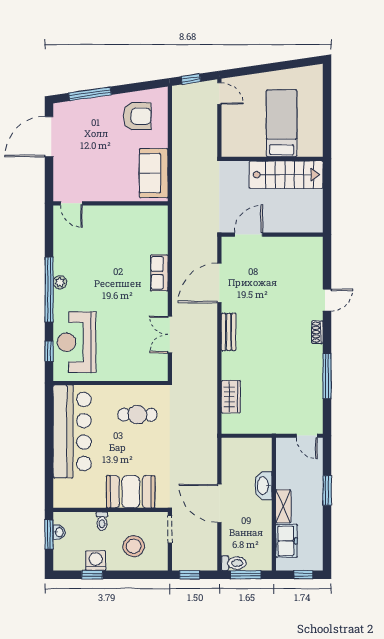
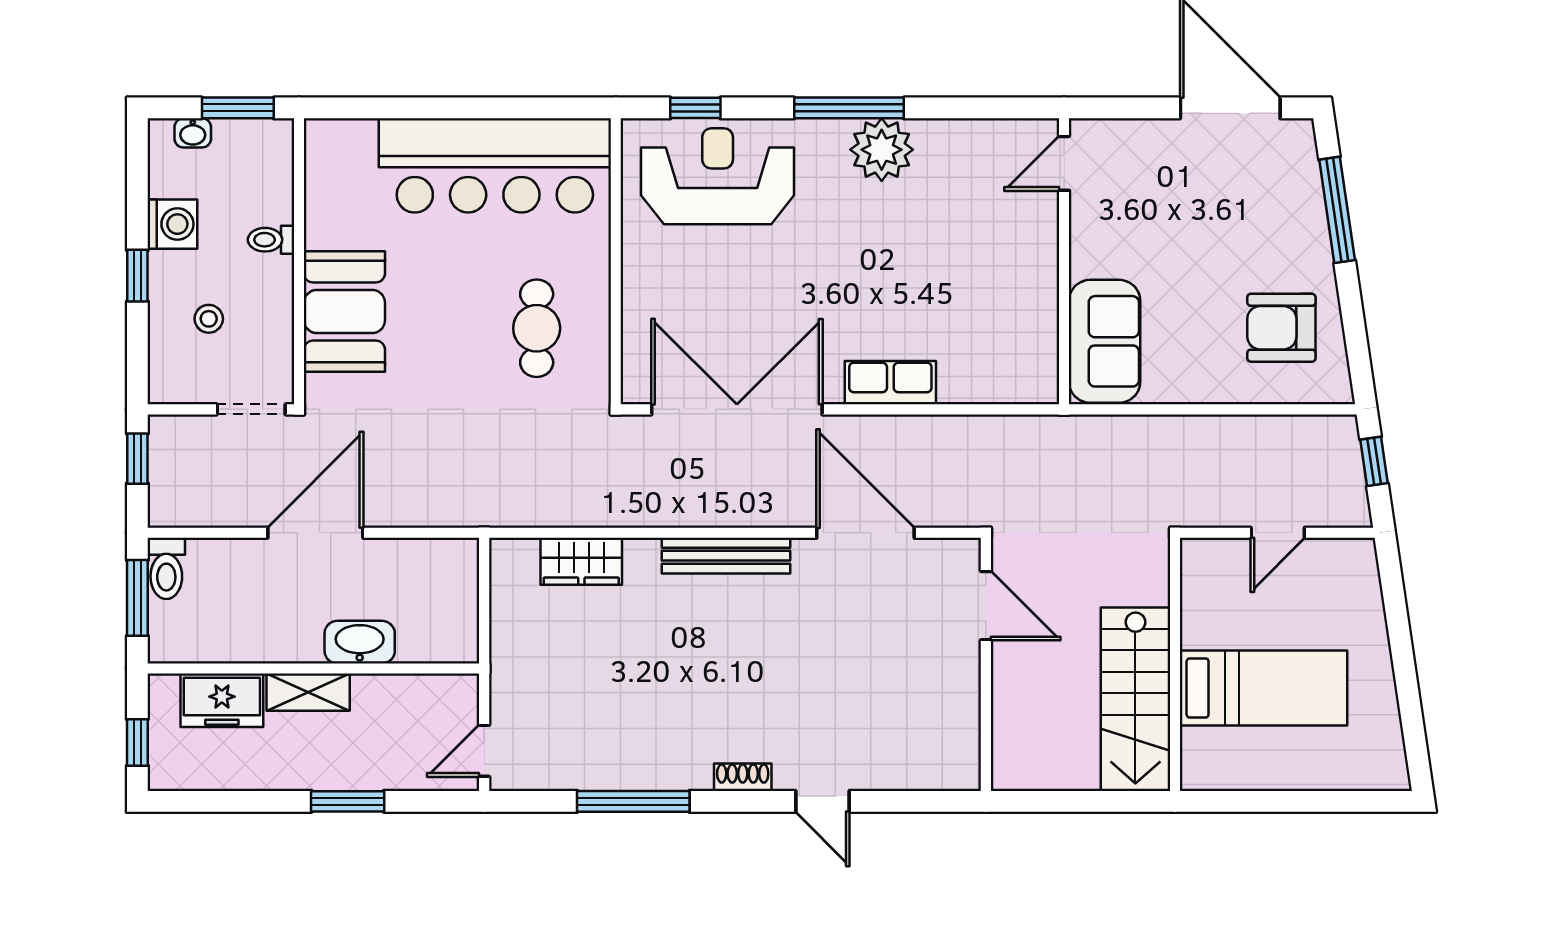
door: (219, 93) -> (1278, 533), moved
armchair: (137, 116) -> (1281, 328), turned 90
sofa: (154, 173) -> (1105, 341), moved, turned 90
plant: (60, 282) -> (882, 150), width x1.87, depth x1.87
window: (49, 289) -> (849, 108), width x0.68
bench: (229, 332) -> (726, 556), width x1.36
double door: (170, 334) -> (737, 409), width x1.87
washbasin: (59, 532) -> (193, 133), moved
stool: (134, 546) -> (209, 319), width x0.53, depth x0.53
window: (92, 575) -> (137, 276), moved

